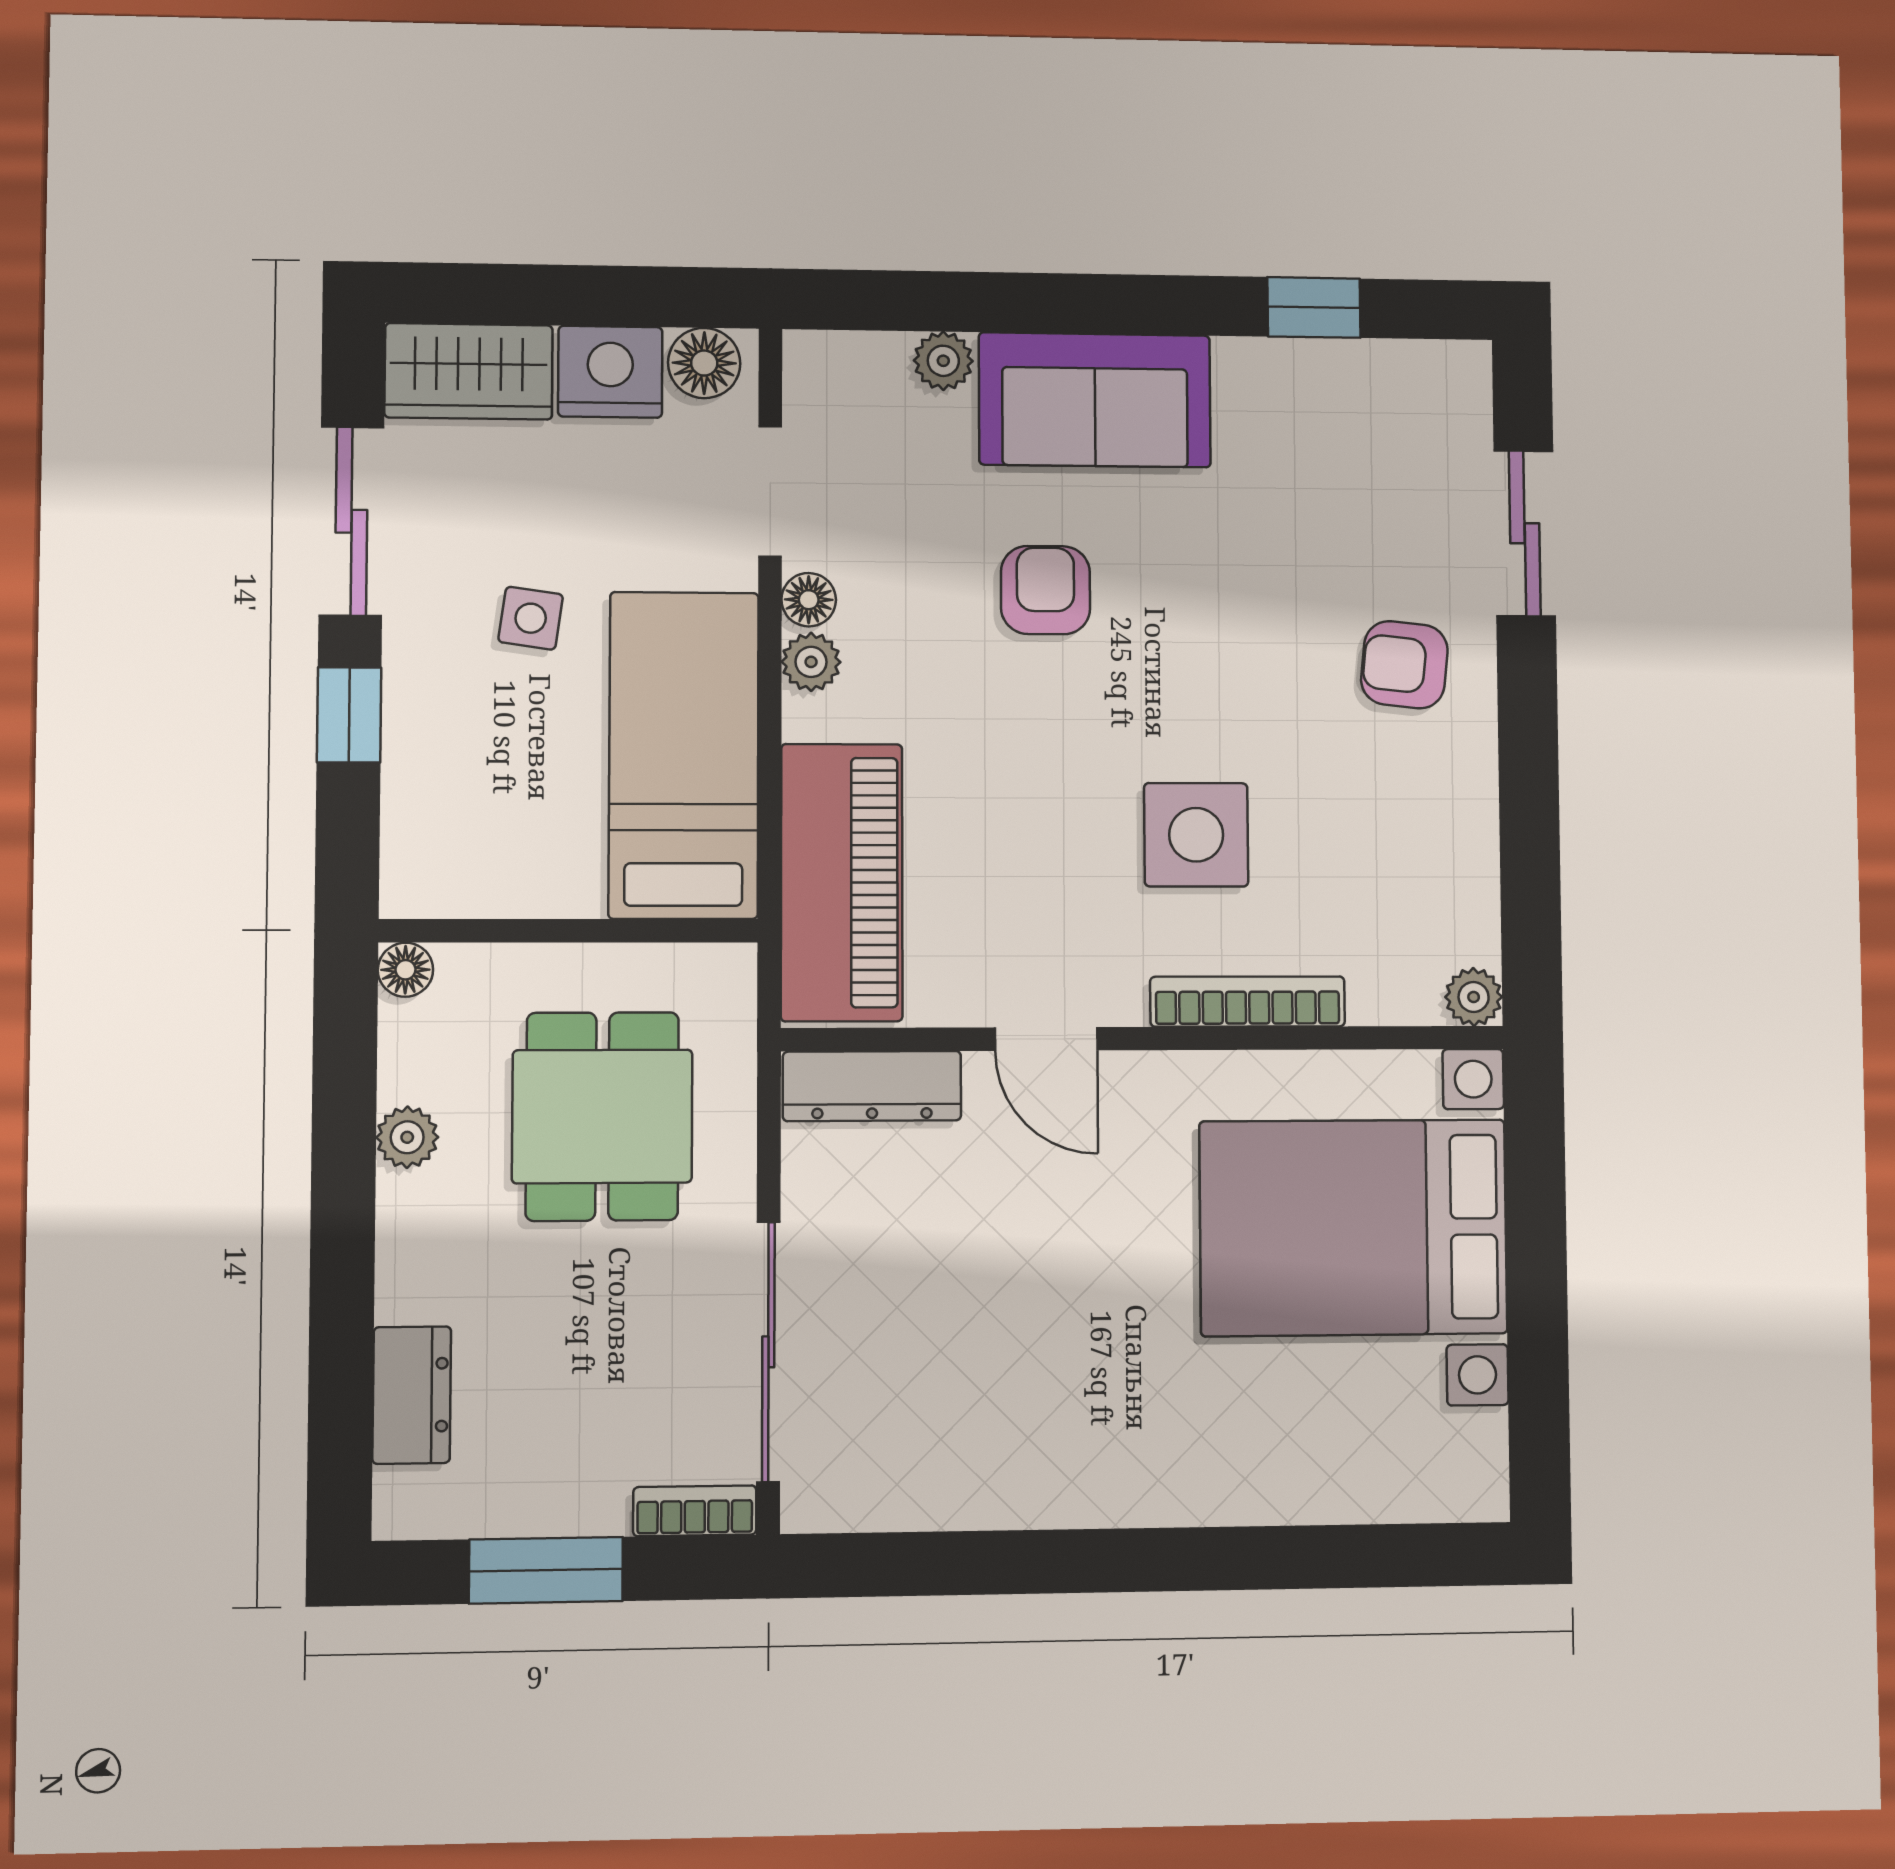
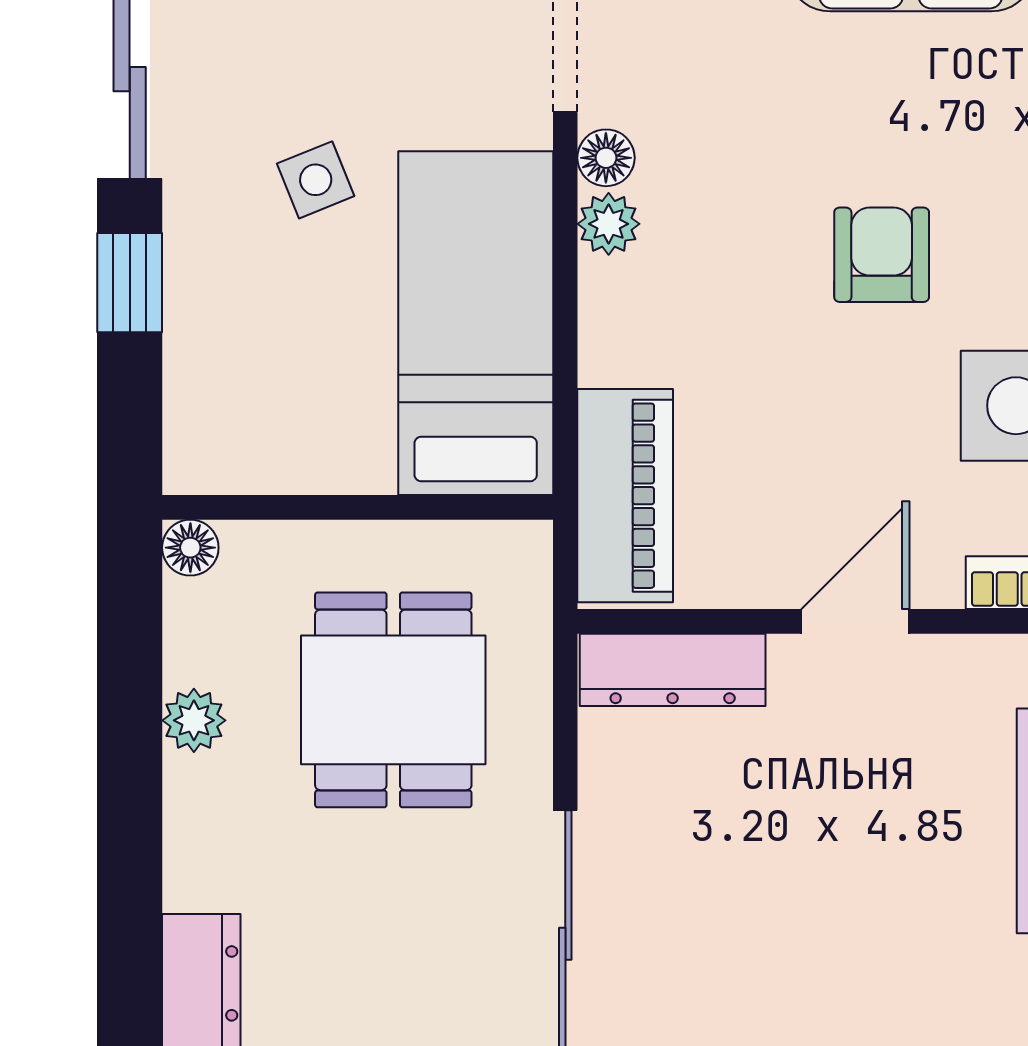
armchair: (1045, 590) -> (882, 255), moved
side table: (531, 618) -> (316, 180), turned -30
piano: (842, 882) -> (625, 496), width x0.73, depth x0.75
door: (1046, 1039) -> (855, 621), swing flipped

